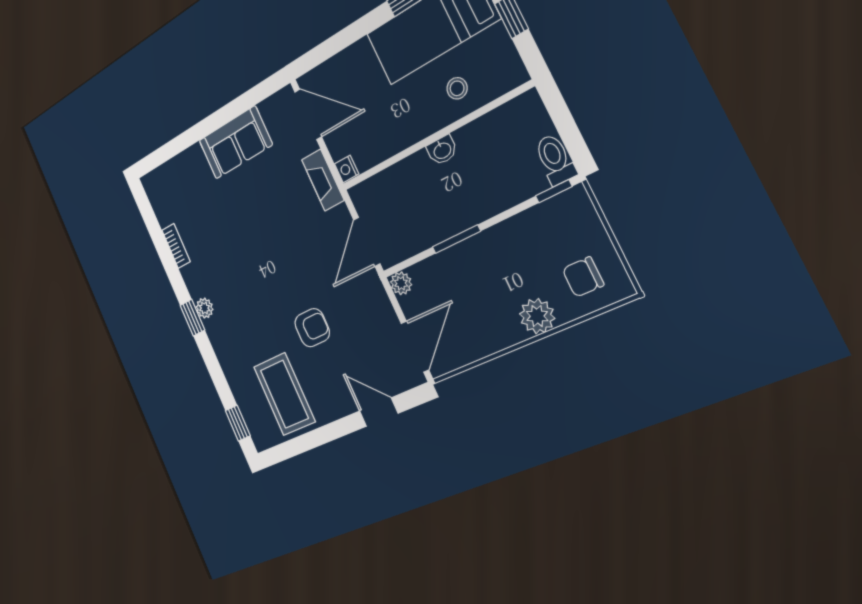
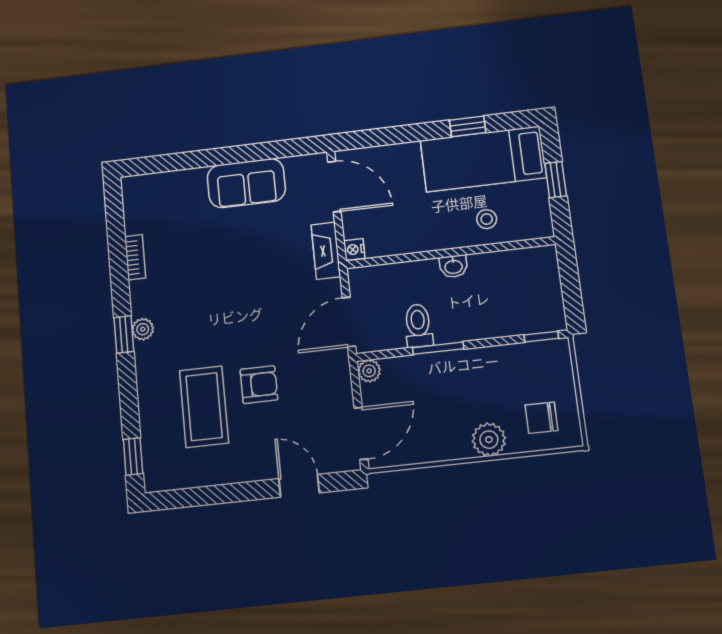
toilet: (555, 159) -> (418, 326), moved
coffee table: (284, 394) -> (204, 407), moved

